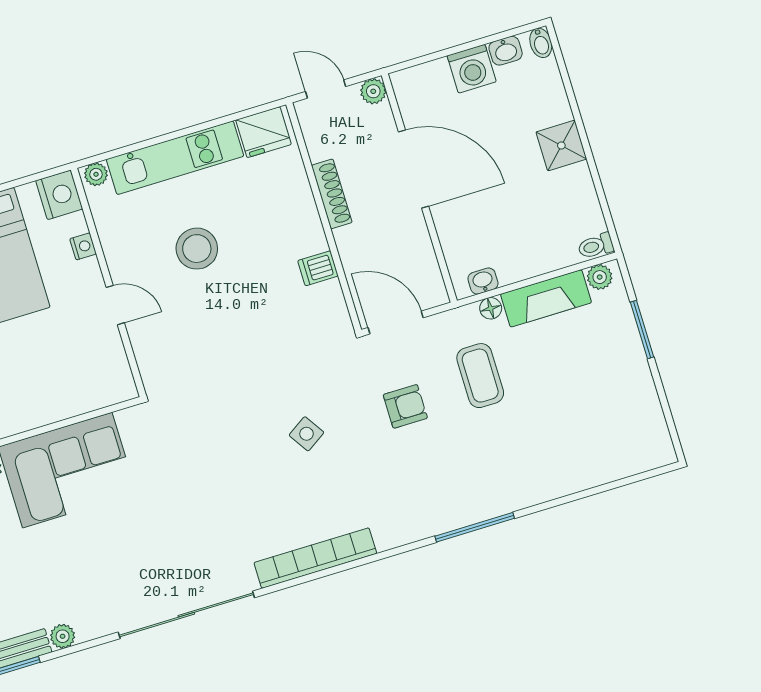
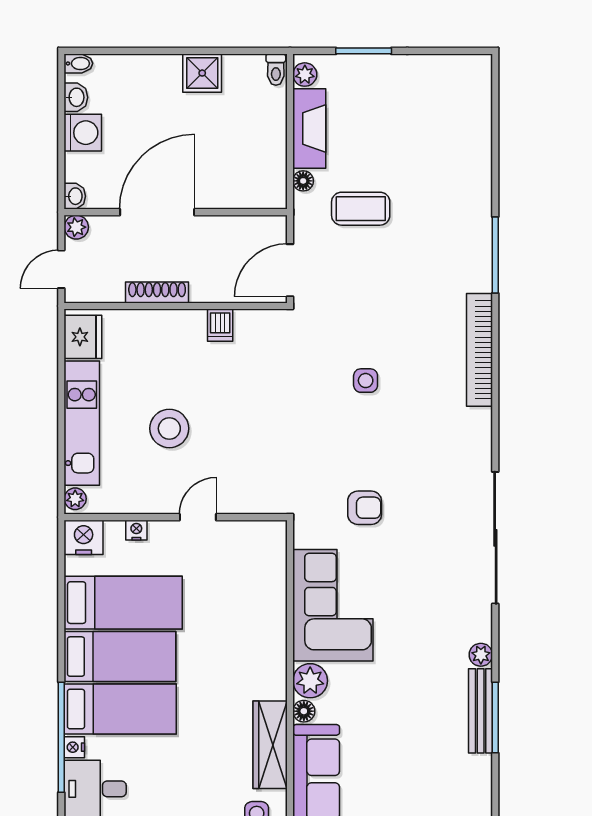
shower: (561, 146) -> (202, 73), moved
washbasin: (483, 281) -> (75, 196), moved, turned 180
armchair: (405, 406) -> (365, 508), moved, turned 90
side table: (307, 434) -> (366, 381), turned 33
bookcase: (315, 558) -> (480, 350), moved

